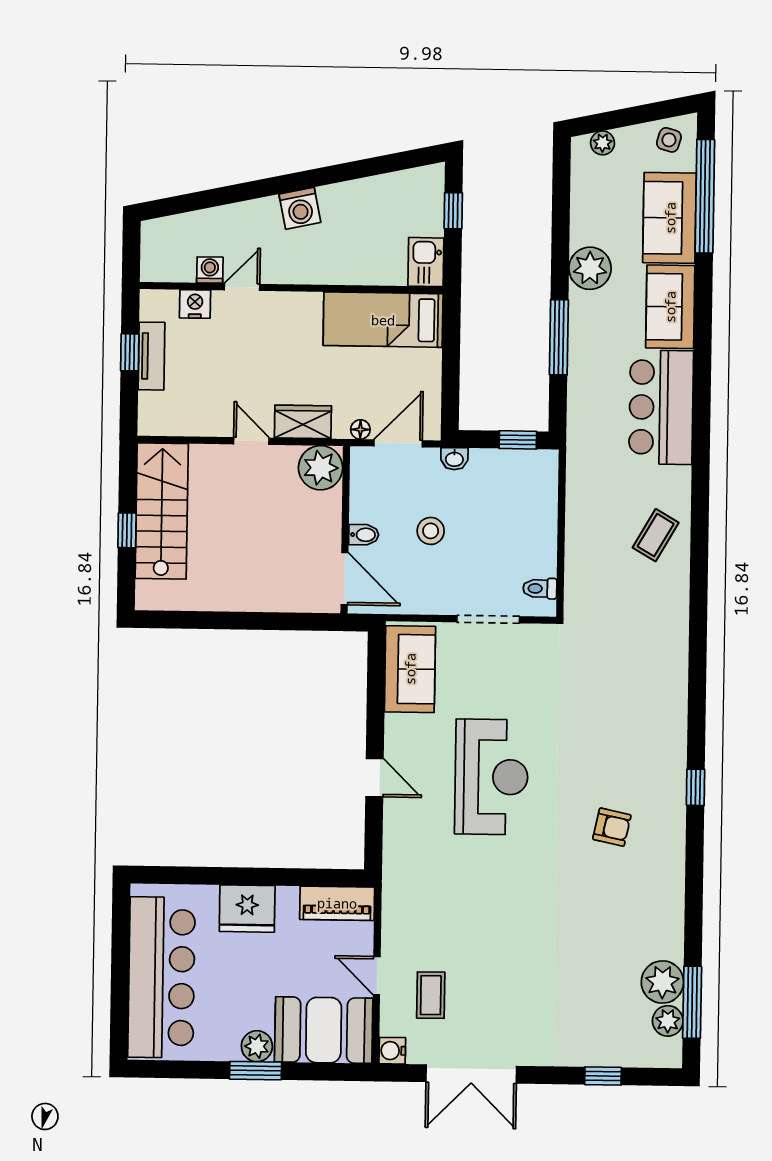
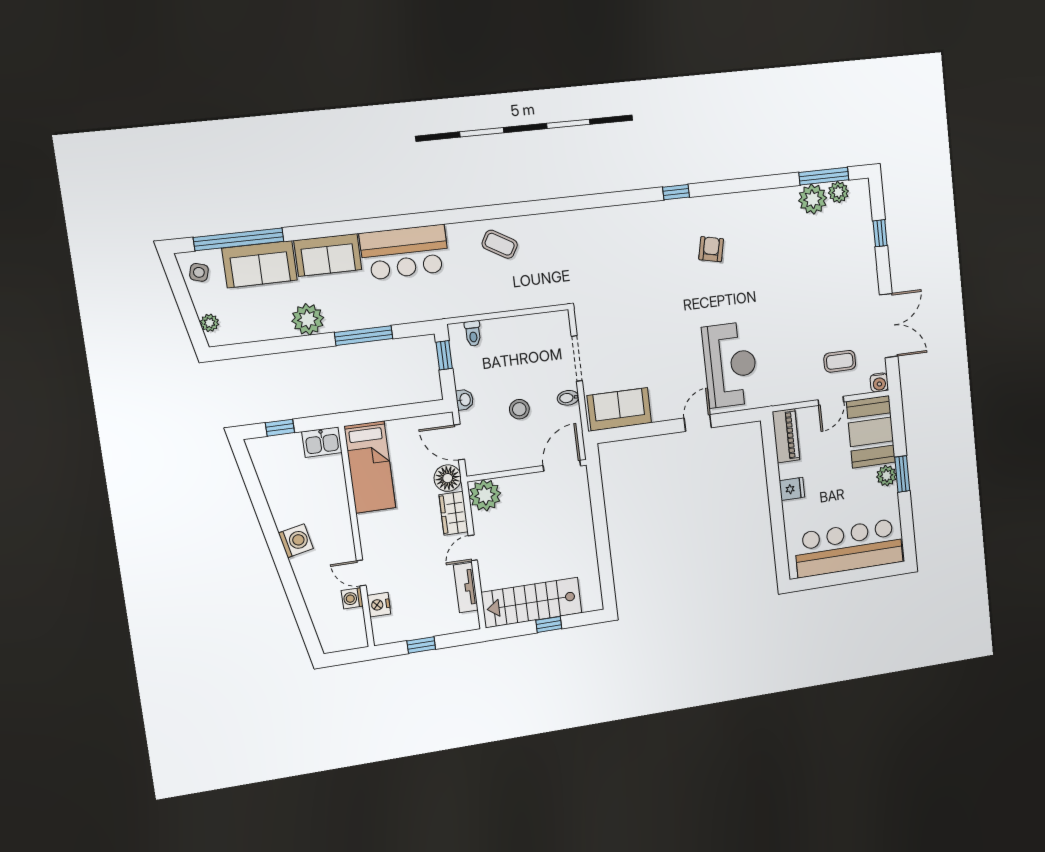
tv unit: (151, 356) -> (466, 588), moved, turned -90
floor lamp: (360, 429) -> (448, 478), width x1.89, depth x1.89
bidet: (364, 535) -> (568, 398), moved, turned -90
toilet: (540, 588) -> (473, 334), moved
reception desk: (491, 777) -> (730, 365), moved, turned 90
fridge: (247, 909) -> (792, 489), width x0.53, depth x0.75

